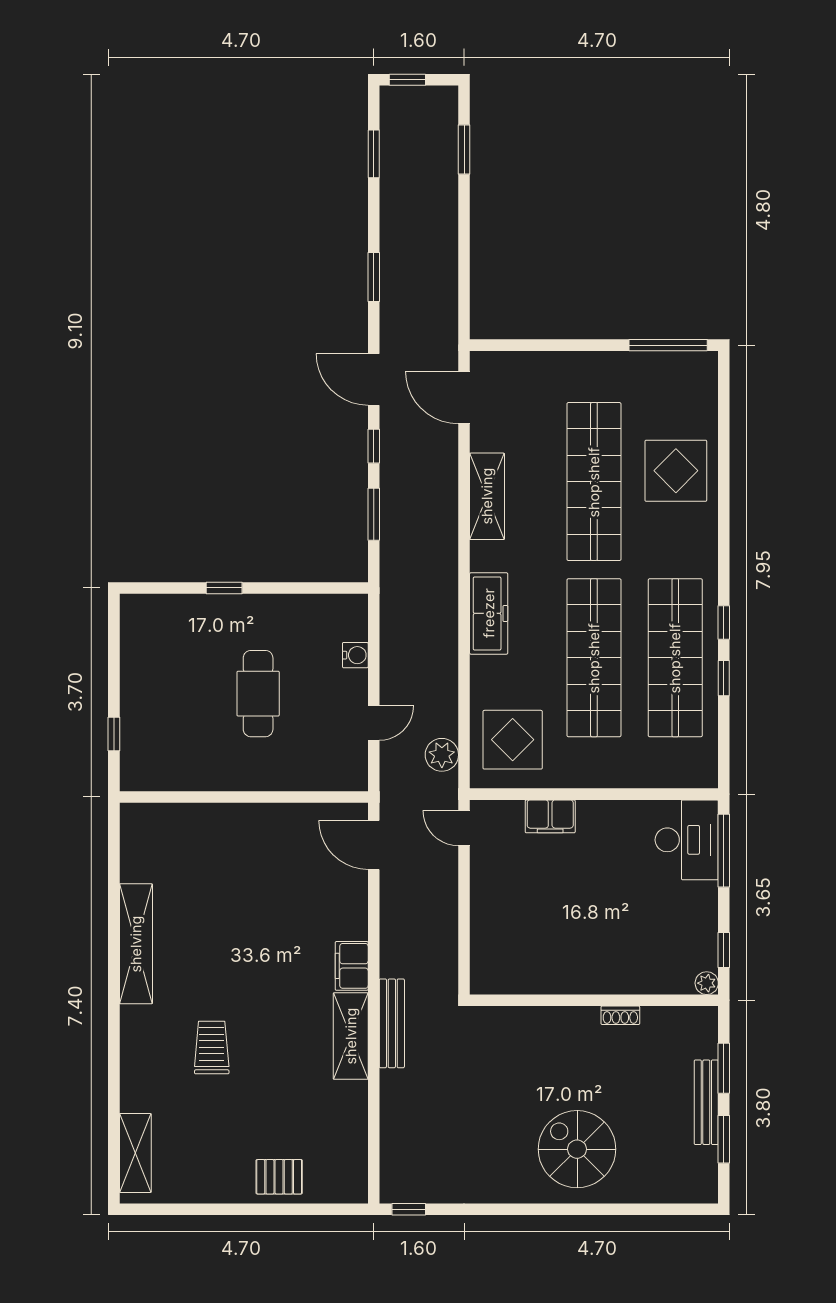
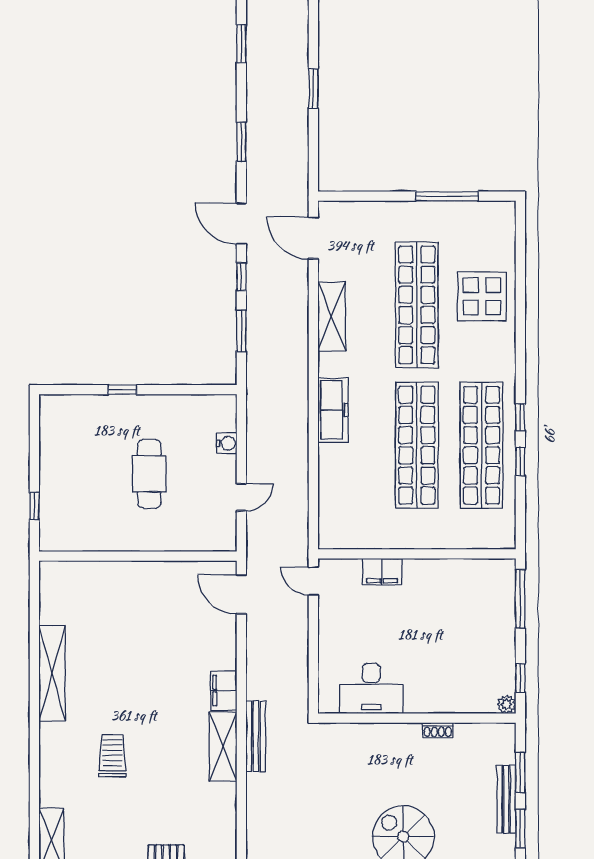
window: (464, 150) -> (313, 88), moved
window: (668, 345) -> (447, 196), moved
display table: (513, 740) -> (352, 511), removed
plant: (442, 755) -> (296, 523), removed
desk: (687, 840) -> (371, 688), moved, turned 90

